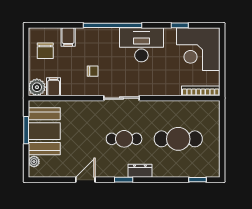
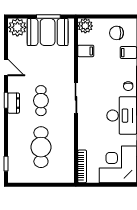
chair: (93, 71) -> (128, 86), moved
filing cabinet: (54, 87) -> (86, 51), moved
plant: (34, 162) -> (17, 27), width x1.88, depth x1.88
dresser: (140, 171) -> (14, 103), moved

